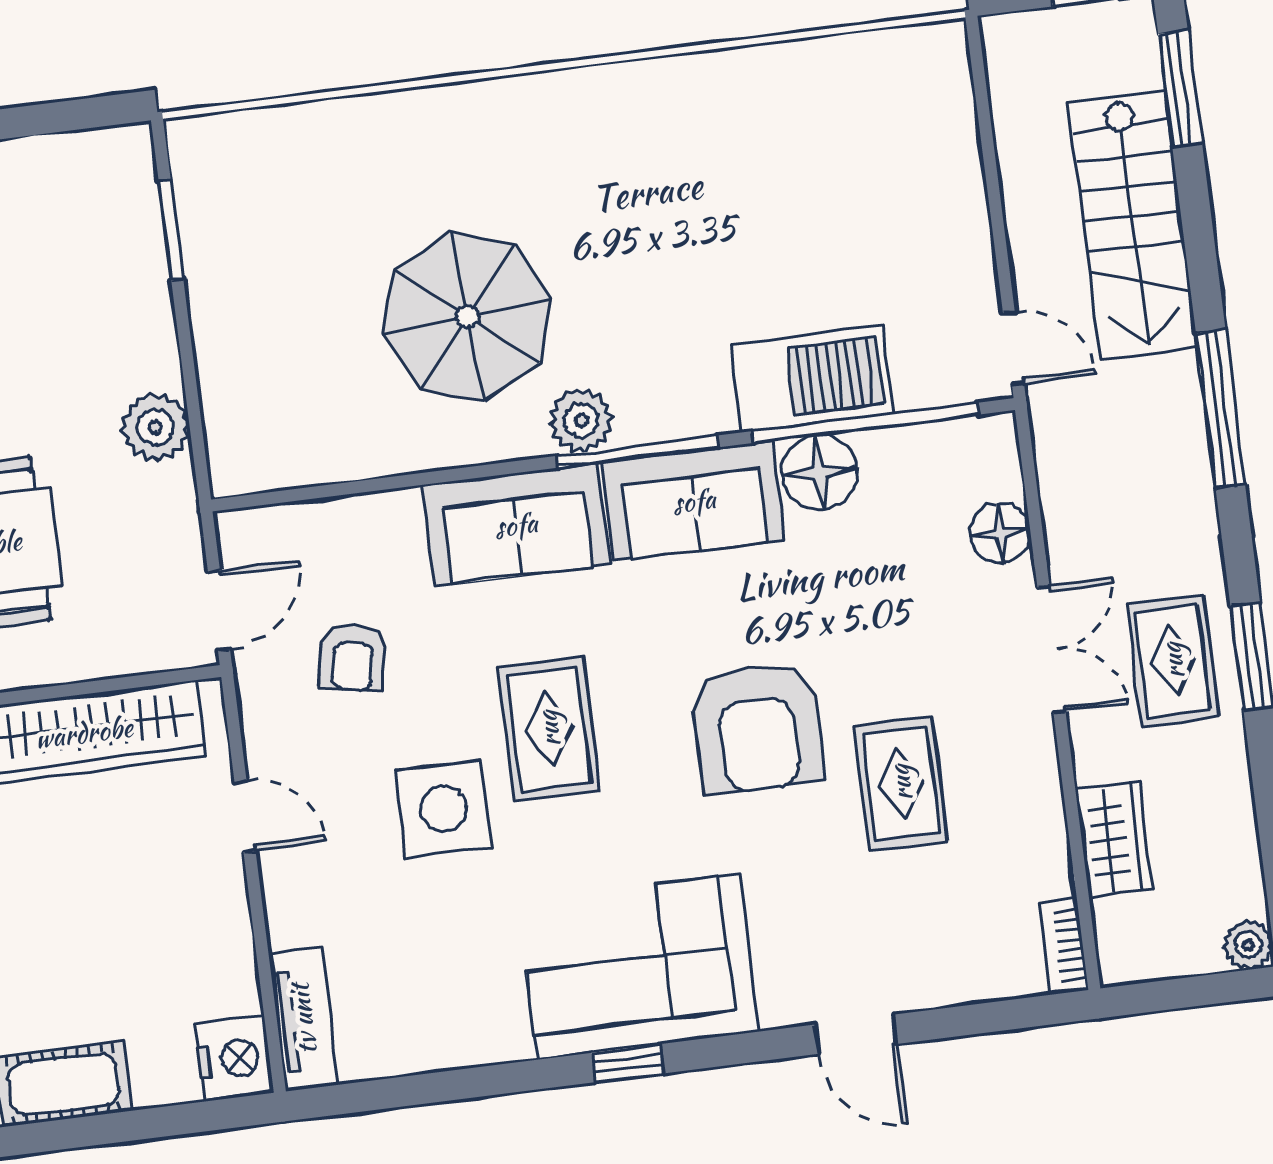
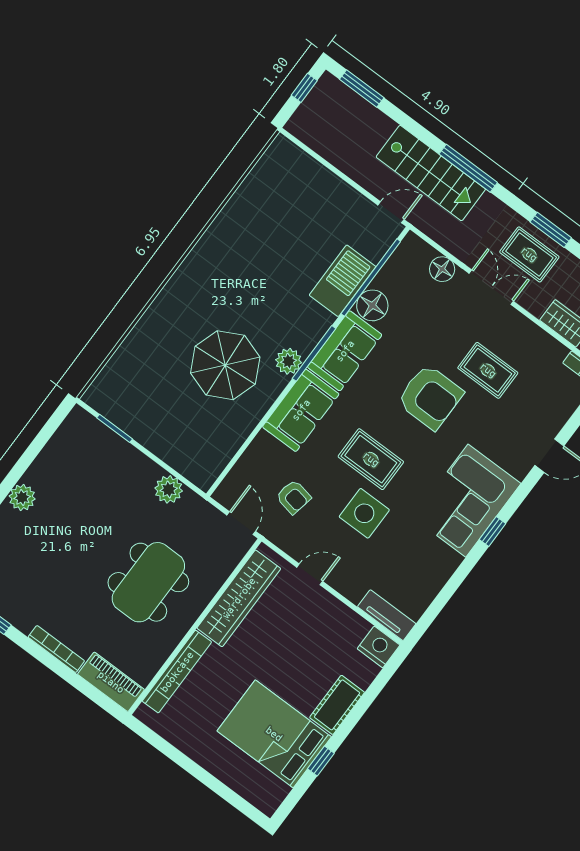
stairs: (1133, 225) -> (431, 173), moved

